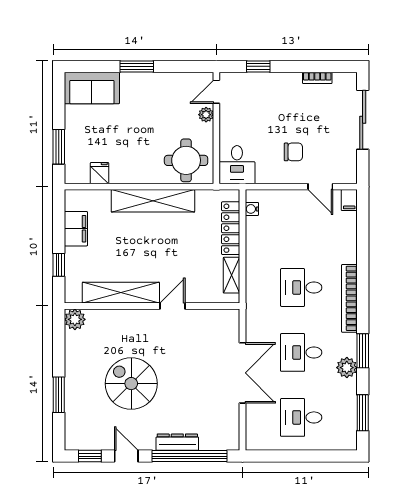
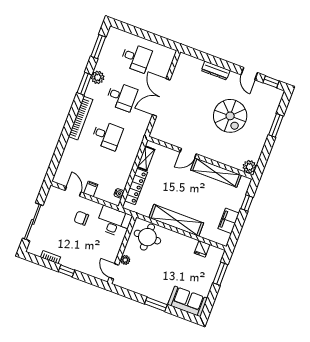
window: (258, 66) -> (66, 271), moved
door: (216, 92) -> (114, 271), swing flipped
desk: (237, 165) -> (114, 222), width x1.37
filing cabinet: (349, 200) -> (91, 189), moved
window: (189, 456) -> (212, 60), removed

